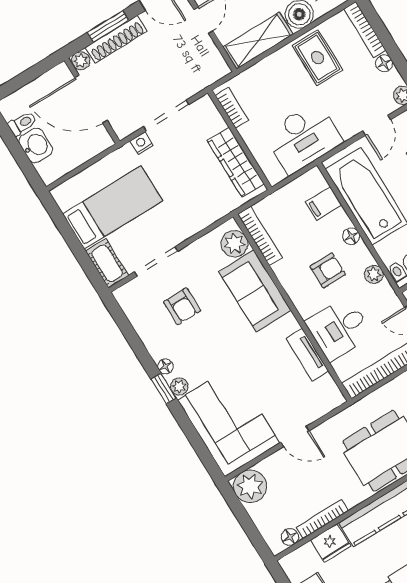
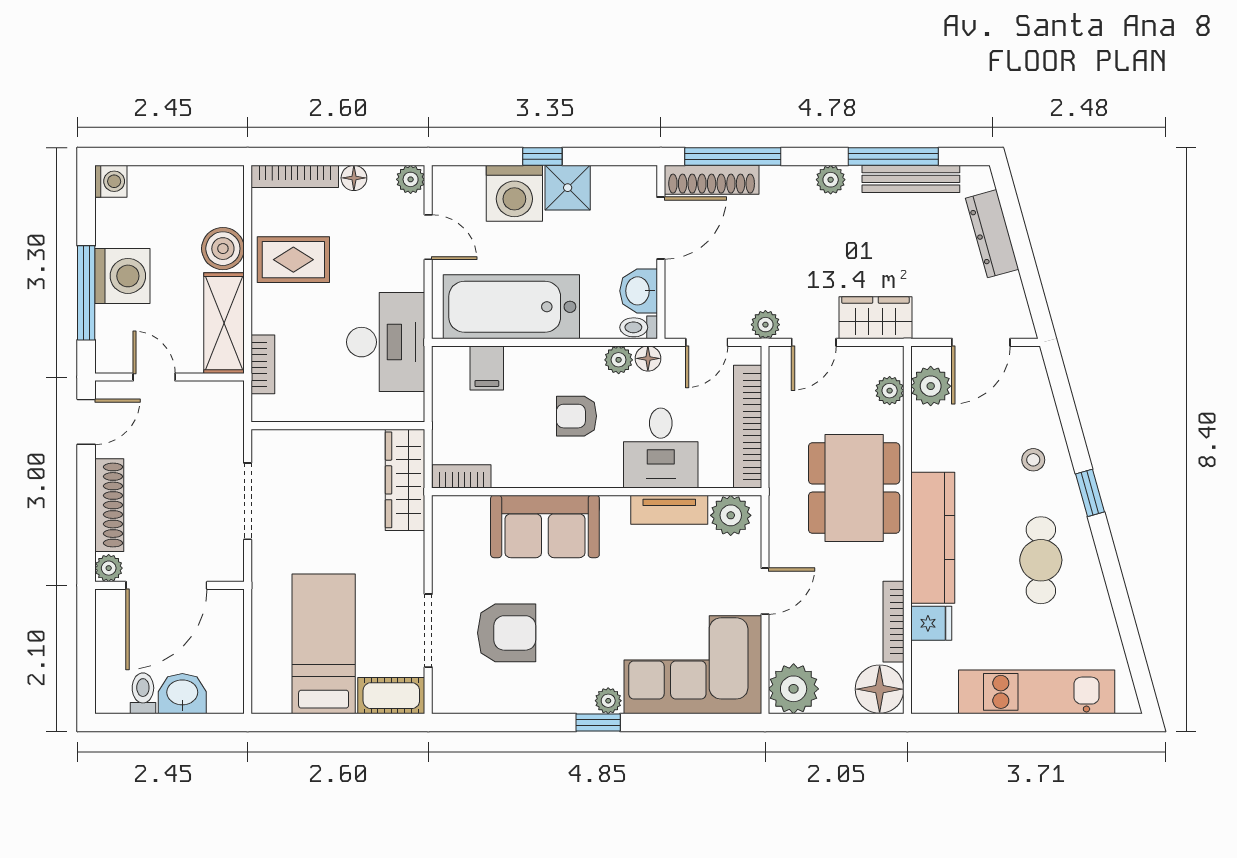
window: (108, 26) -> (86, 505), removed
bookcase: (232, 108) -> (263, 364), moved, turned 90
nightstand: (141, 143) -> (264, 555), removed
wardrobe: (236, 162) -> (405, 480), moved, turned 90
bookcase: (260, 236) -> (462, 476), width x0.64
floor lamp: (351, 236) -> (648, 358), moved
plant: (234, 244) -> (731, 515), moved
armchair: (328, 270) -> (576, 416), turned -90
armchair: (182, 306) -> (507, 633), width x1.38, depth x1.38
floor lamp: (165, 366) -> (571, 702), removed
floor lamp: (290, 537) -> (880, 689), width x1.89, depth x1.89
fridge: (331, 543) -> (931, 623), width x0.72

